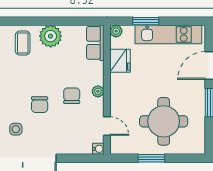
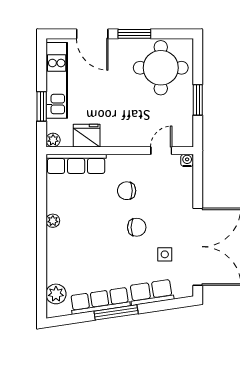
plant: (51, 36) -> (53, 221), width x0.53, depth x0.53
coffee table: (23, 43) -> (67, 247), removed
row of seats: (95, 43) -> (76, 164), width x1.48
plant: (98, 91) -> (122, 161), removed
round table: (164, 121) -> (161, 68), moved

